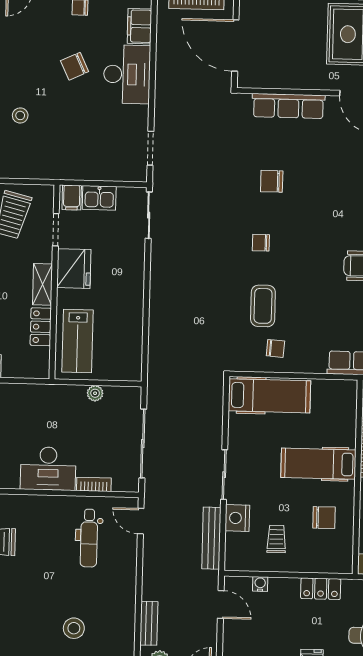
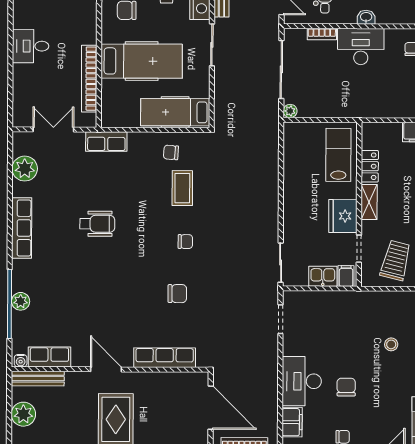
chair: (75, 66) -> (346, 387), turned -65
plant: (95, 393) -> (290, 111), moved
hospital bed: (318, 464) -> (142, 61), width x1.37, depth x1.29
washbasin: (41, 503) -> (366, 17), added

